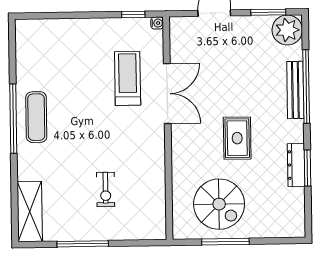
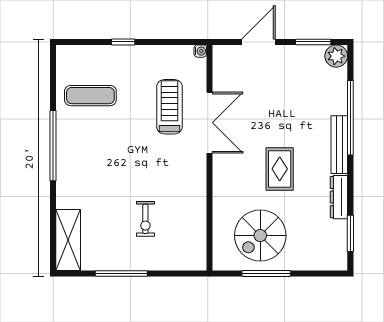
window: (133, 14) -> (123, 42), moved
plant: (287, 30) -> (336, 56), width x0.73, depth x0.73
bench: (295, 90) -> (339, 145), moved
exercise mat: (36, 117) -> (90, 96), moved, turned 90
window: (307, 168) -> (350, 233), moved
spiral stairs: (219, 204) -> (260, 236), turned 90

